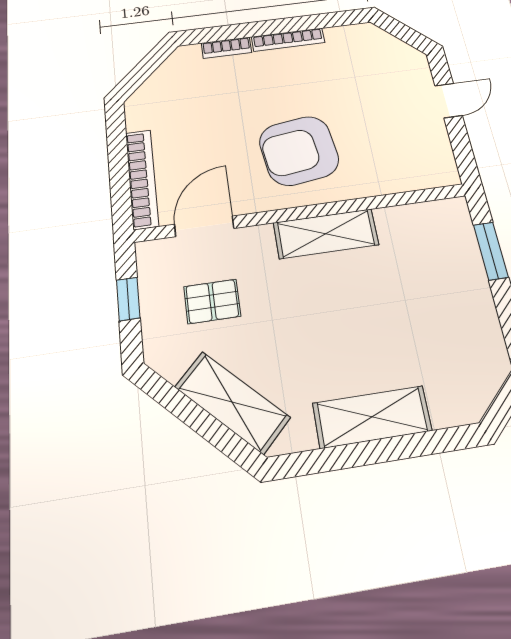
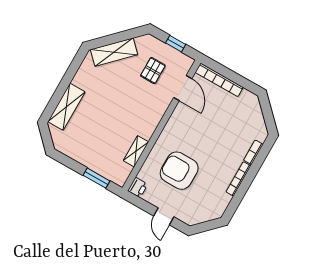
armchair: (299, 151) -> (179, 171), moved, turned -82
printer: (441, 173) -> (138, 187), added
shelving: (326, 234) -> (136, 151), moved, width x0.67, depth x0.75
shelving: (372, 417) -> (66, 107), moved

